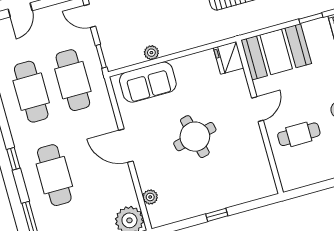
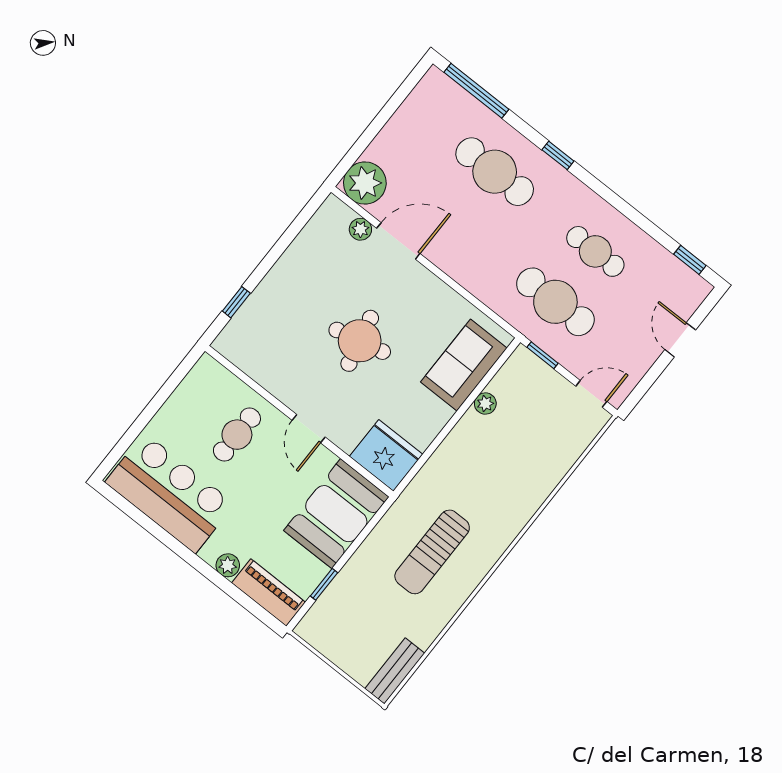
fridge: (229, 58) -> (386, 455), width x1.36, depth x1.34
cafe table: (31, 92) -> (595, 251), width x0.73, depth x0.74
door: (126, 146) -> (398, 241), moved
window: (217, 215) -> (236, 302), moved

